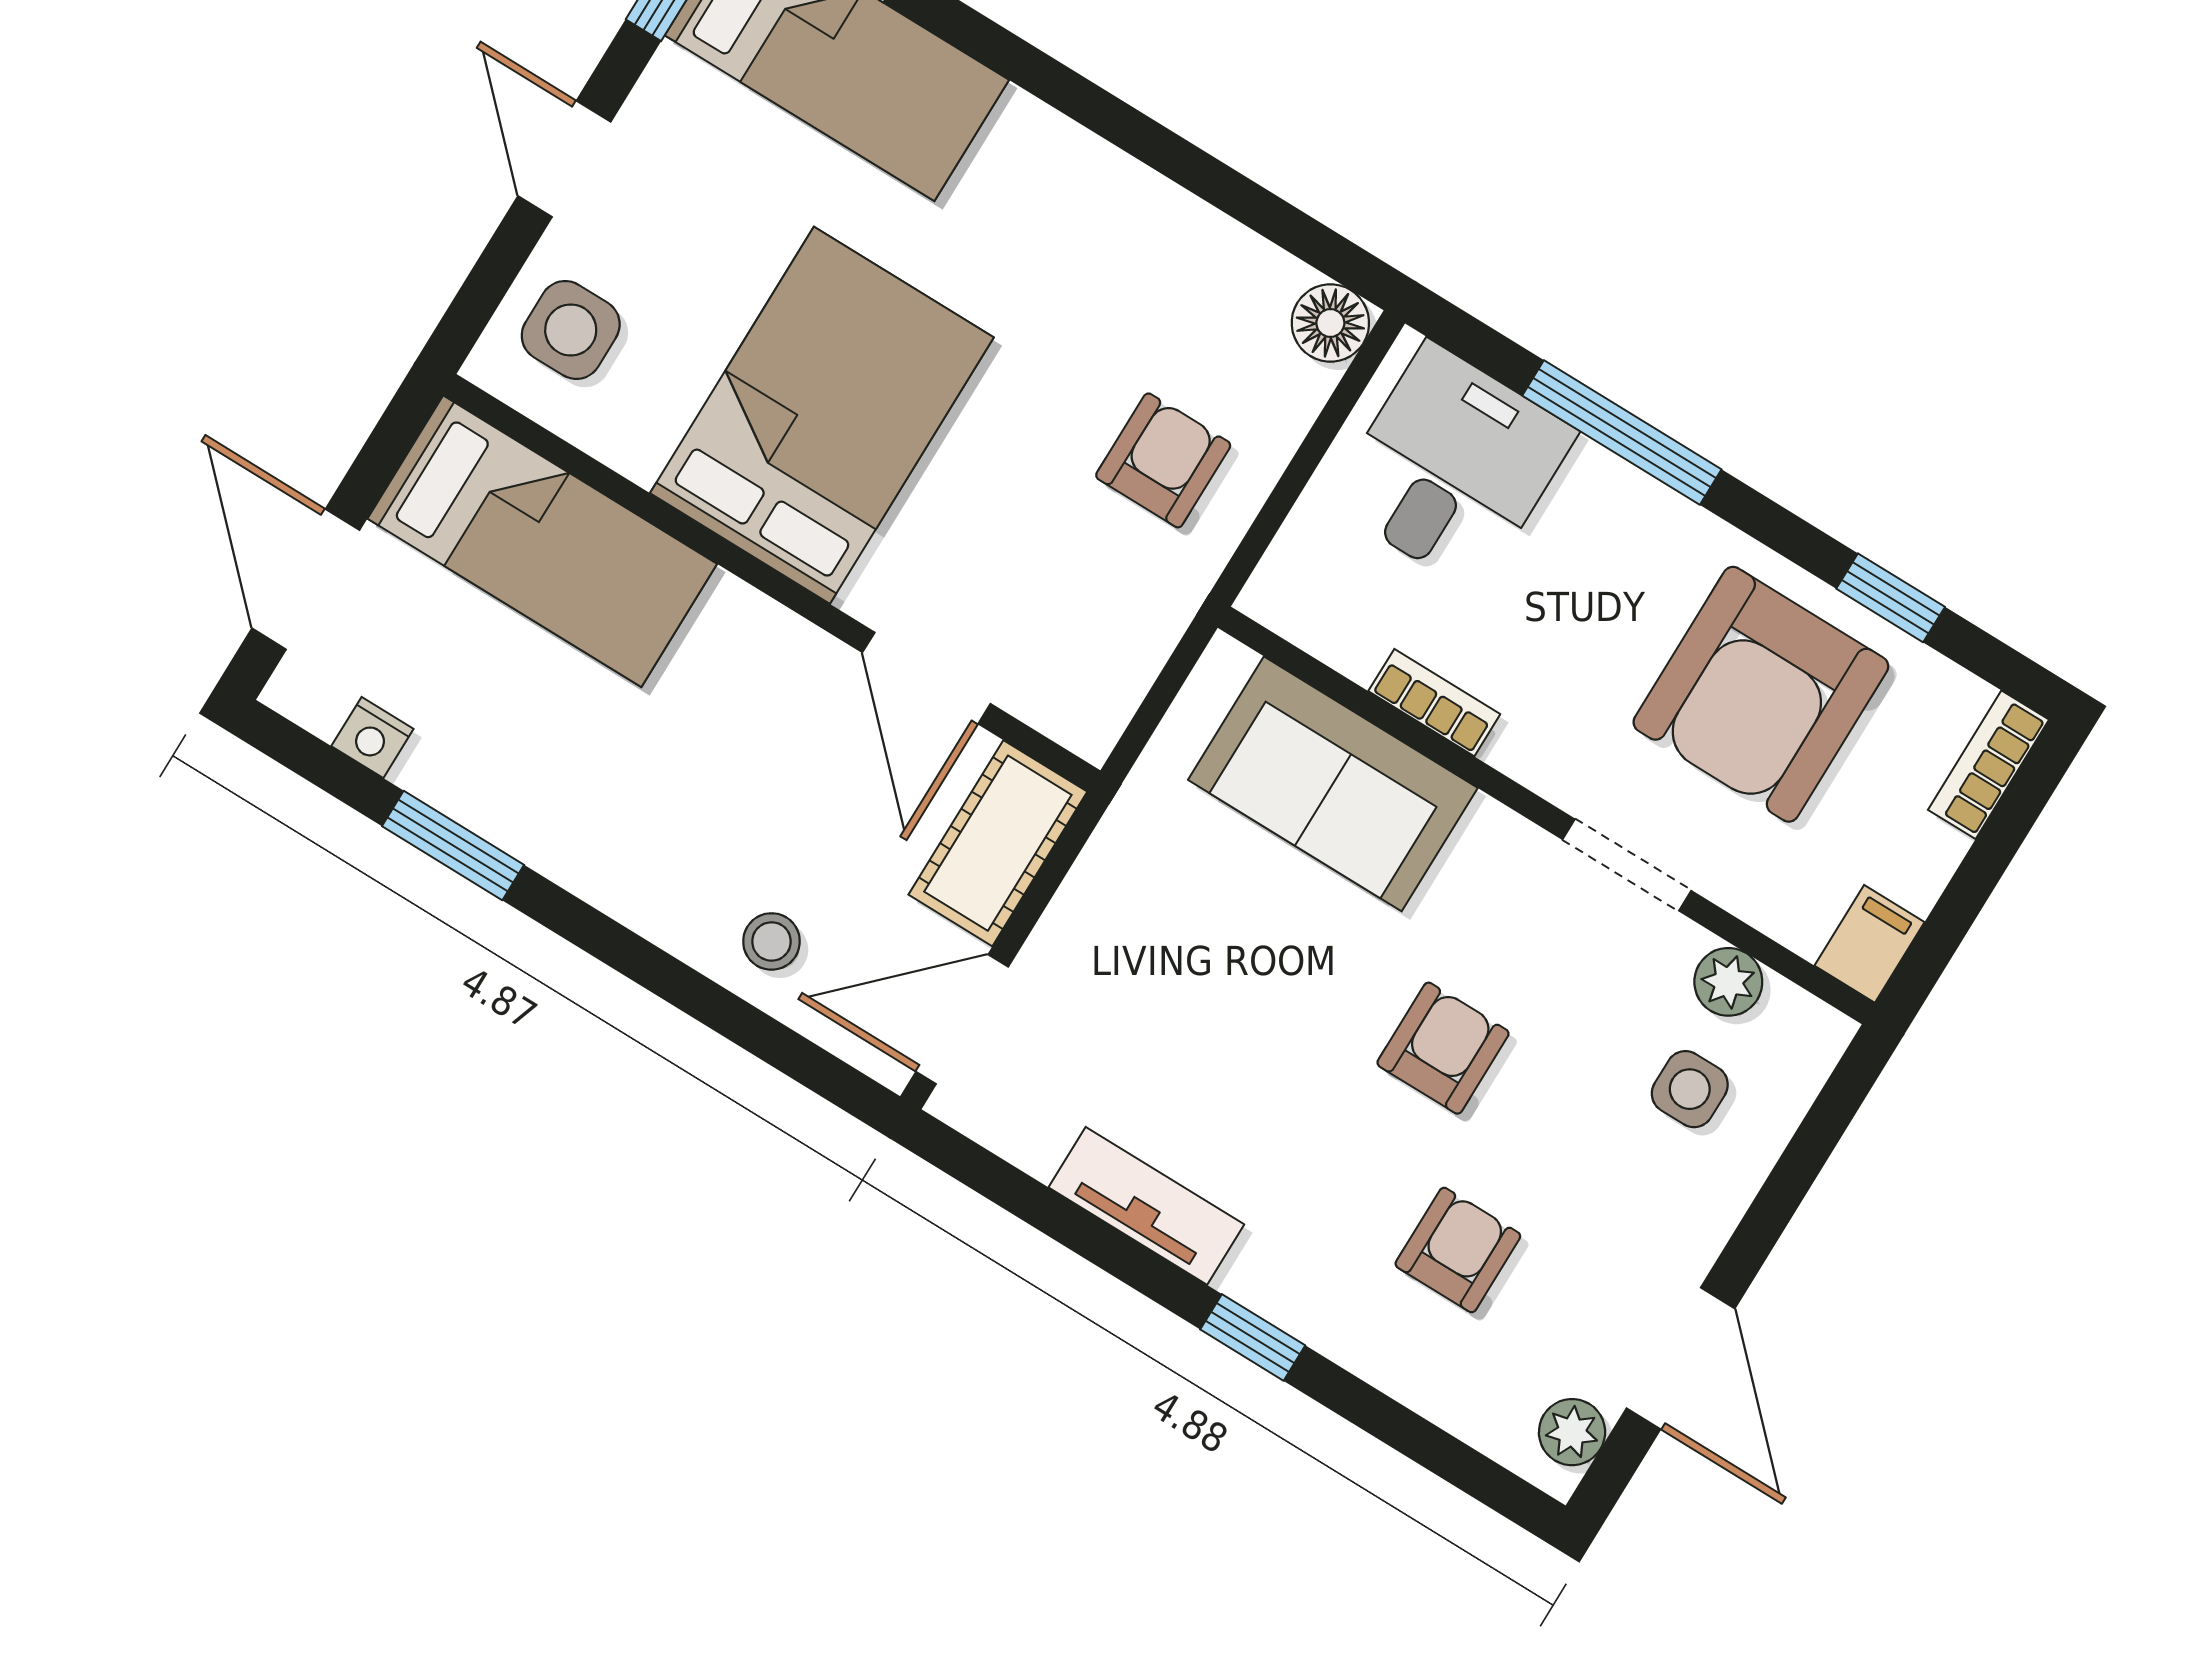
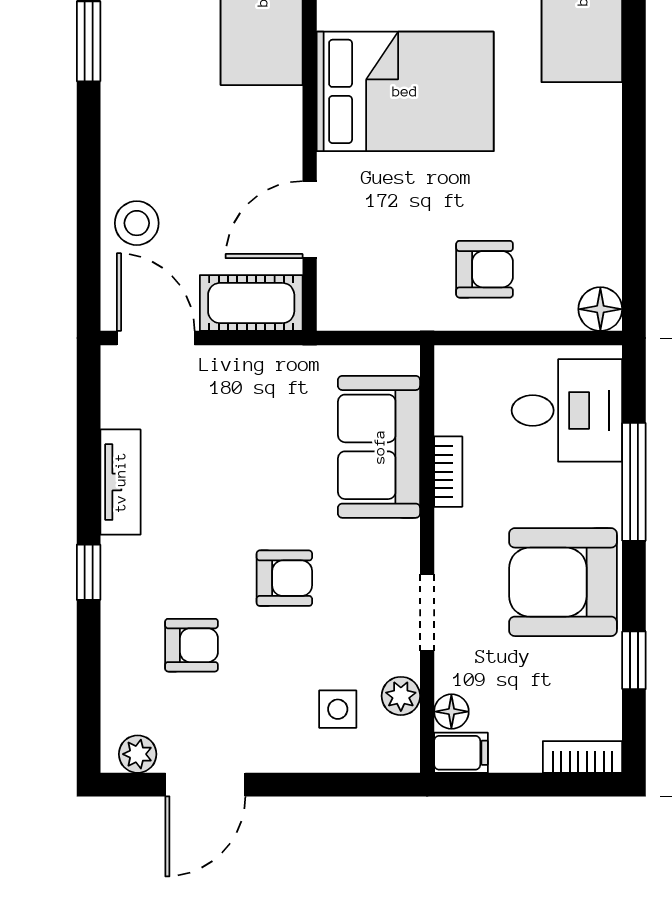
armchair: (1761, 694) -> (563, 582), moved
floor lamp: (1799, 920) -> (451, 712), added
stool: (771, 941) -> (137, 223), width x1.37, depth x1.37

